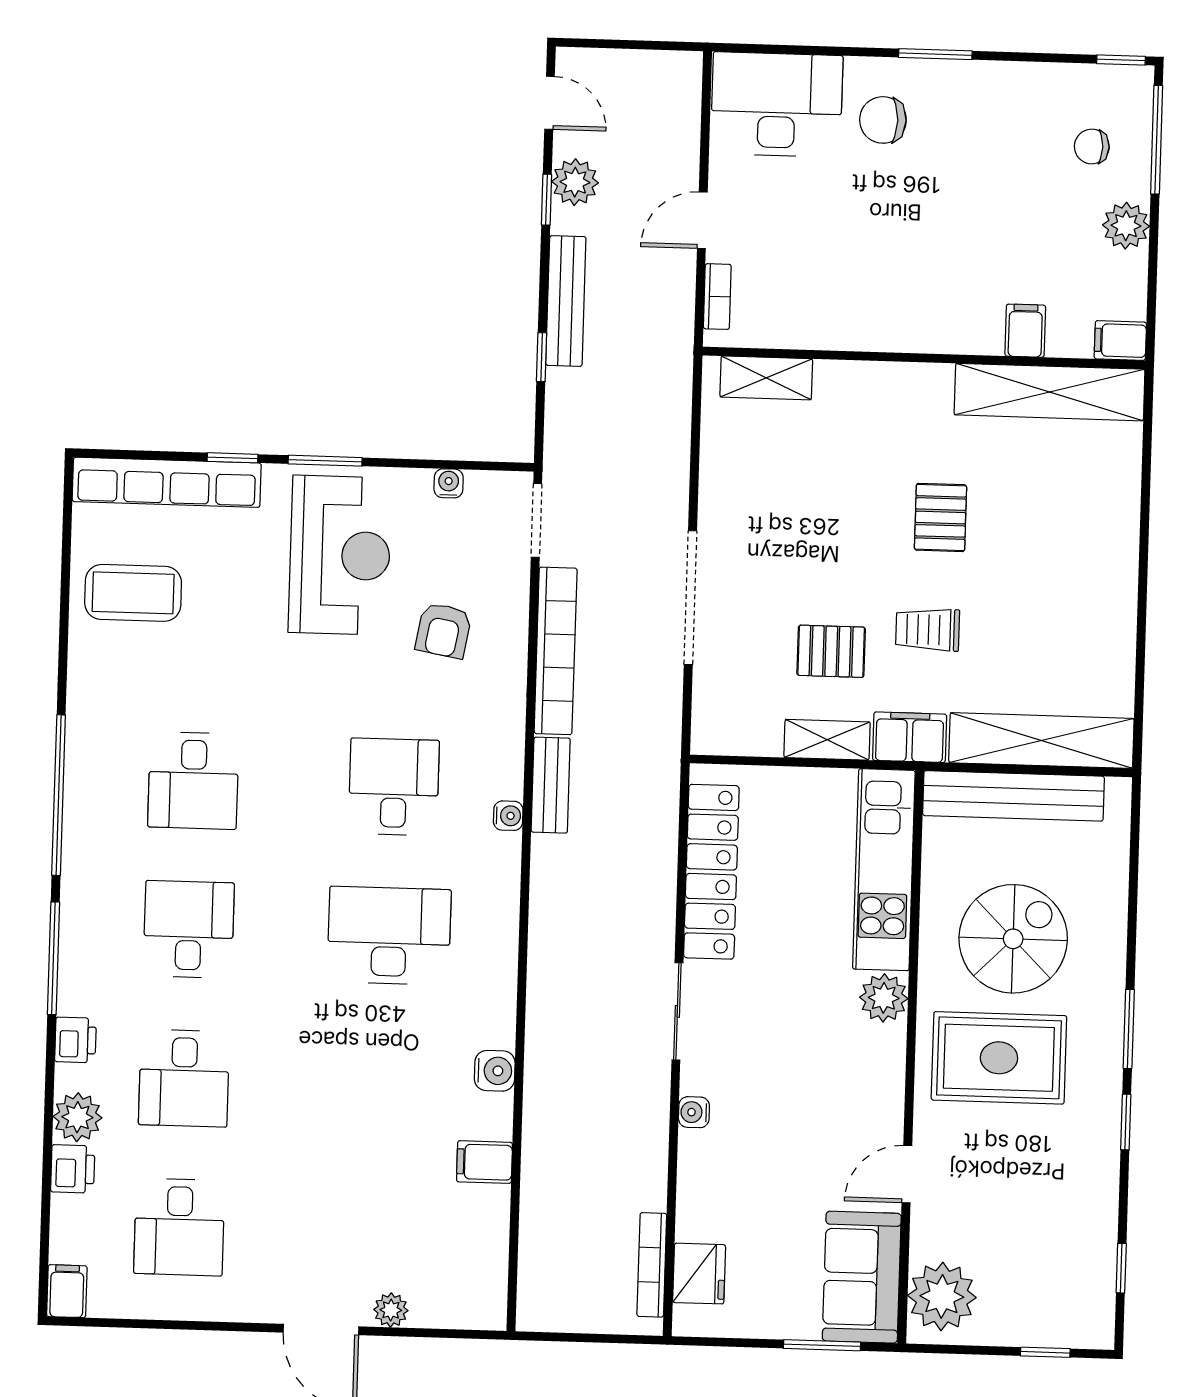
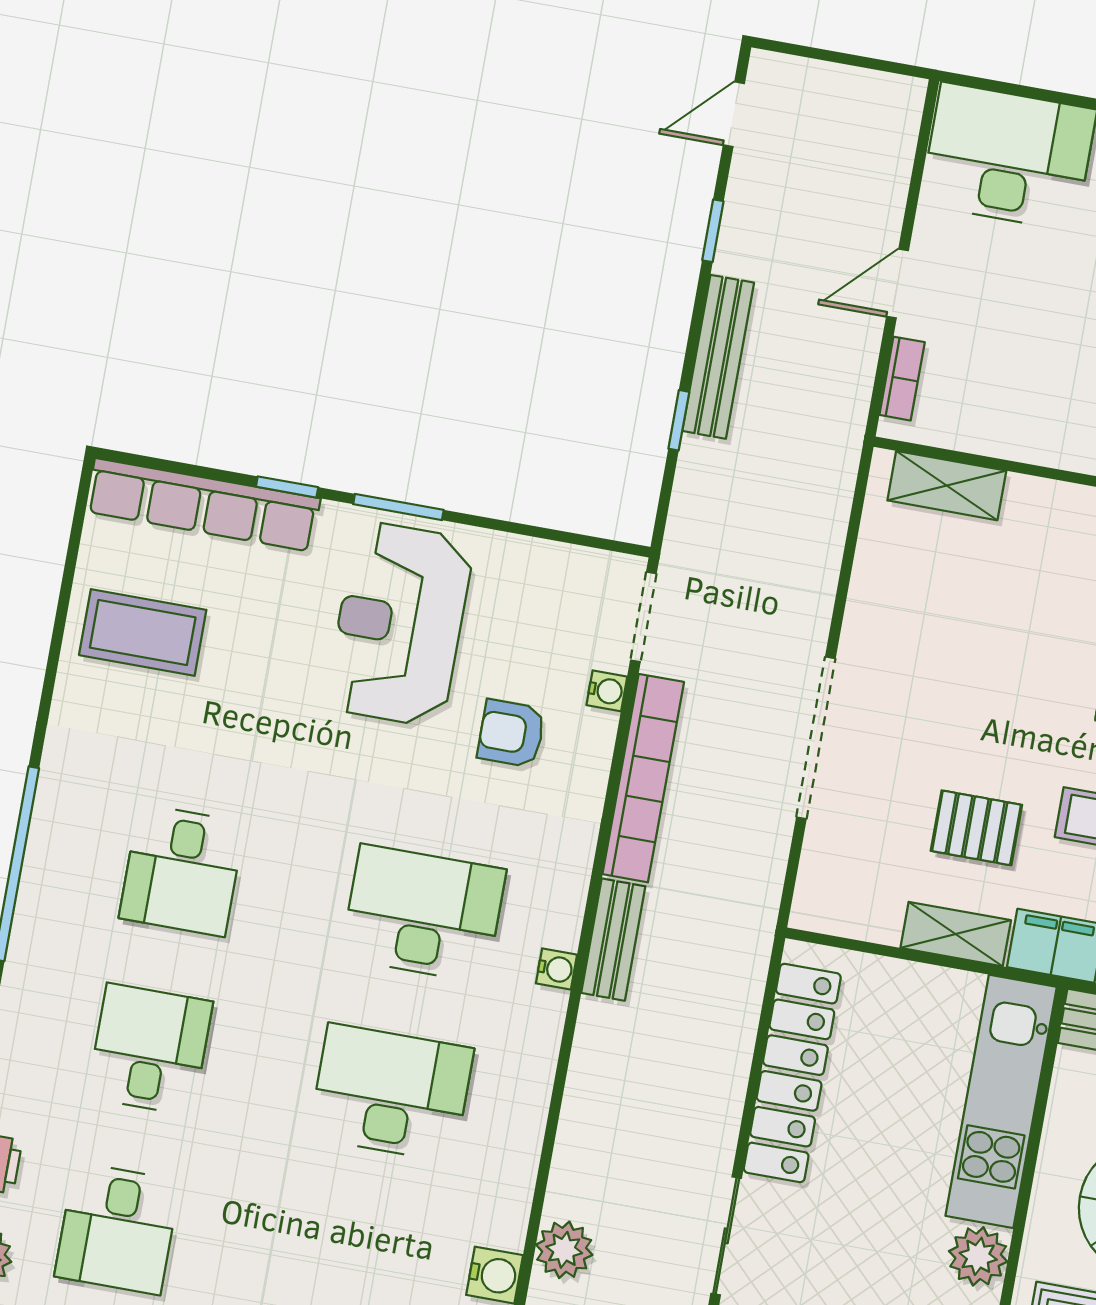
door: (550, 103) -> (734, 114), swing flipped
plant: (575, 182) -> (564, 1250), moved
water cooler: (449, 483) -> (607, 691), moved, turned 90
reception desk: (340, 555) -> (400, 624), turned 180
armchair: (443, 630) -> (511, 733), turned 80
desk: (394, 787) -> (423, 914), width x1.37

